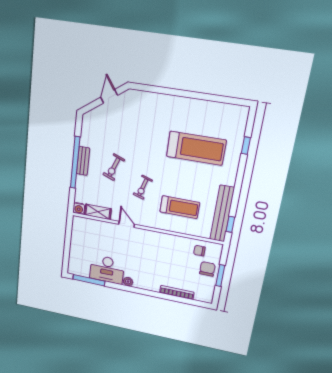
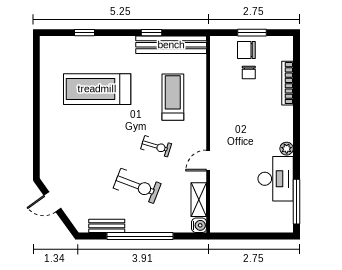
treadmill: (196, 148) -> (97, 89), turned -90
bench: (83, 161) -> (107, 226), moved
exercise bike: (114, 167) -> (137, 186), width x1.38, depth x1.39
window: (230, 224) -> (152, 33), moved
chair: (199, 251) -> (249, 72), moved

